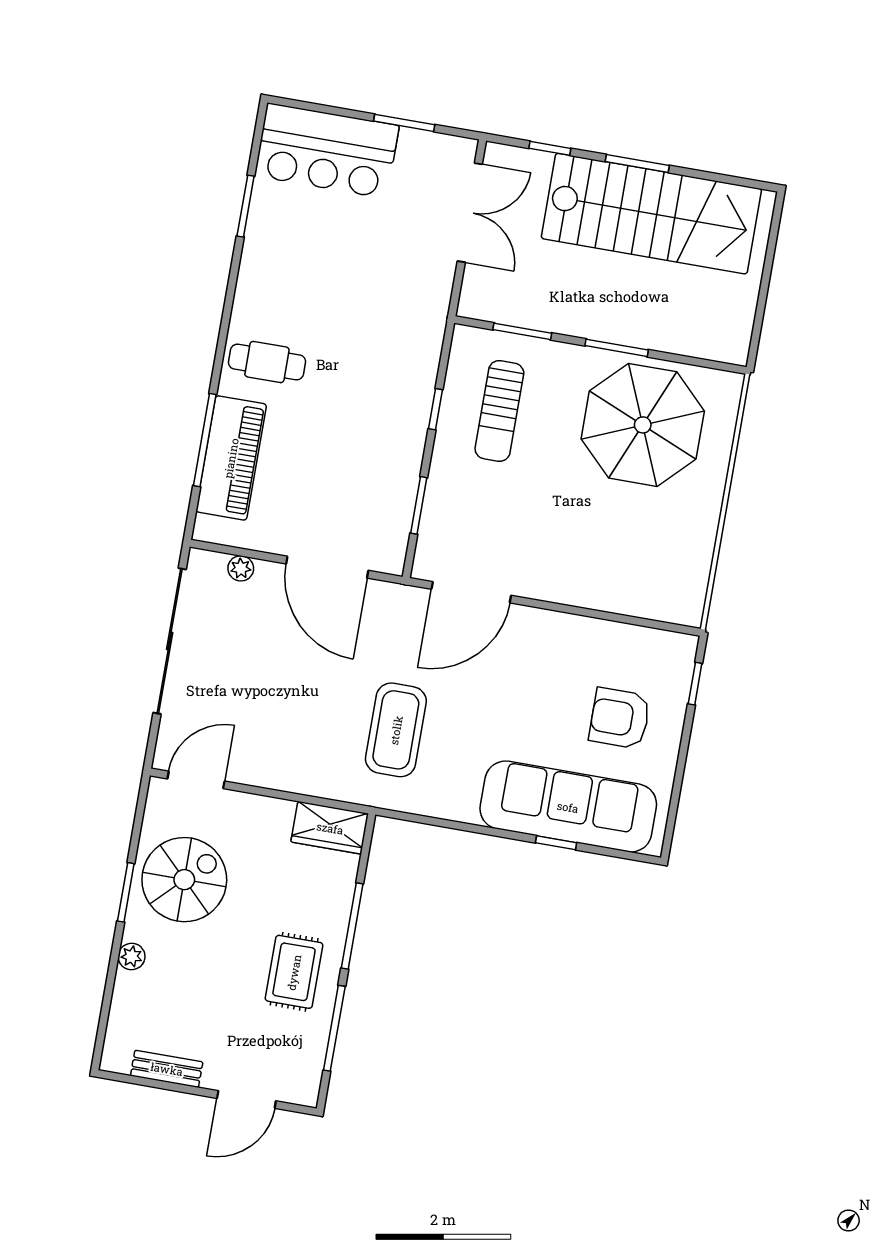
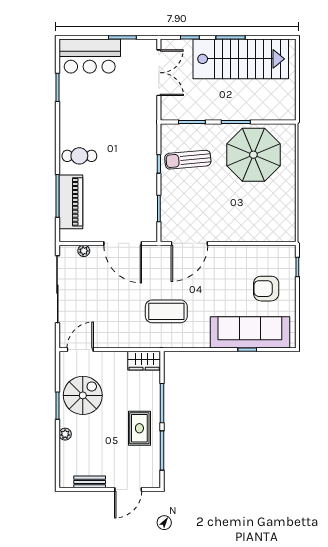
sun lounger: (499, 411) -> (188, 160), turned 85
coffee table: (396, 730) -> (166, 311), turned 90

